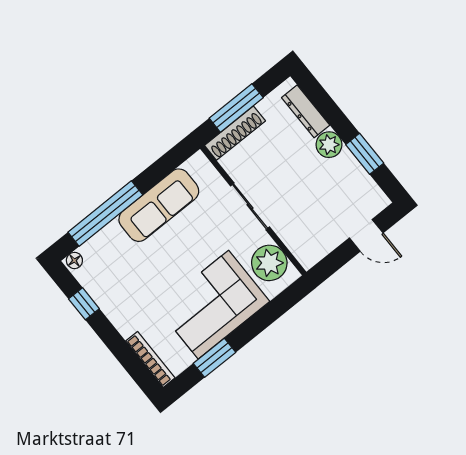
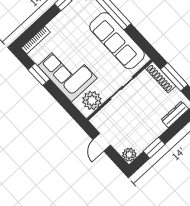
plant: (329, 145) -> (129, 155), moved
sofa: (159, 205) -> (117, 41), width x1.36, depth x1.27
door: (366, 235) -> (102, 142), moved

